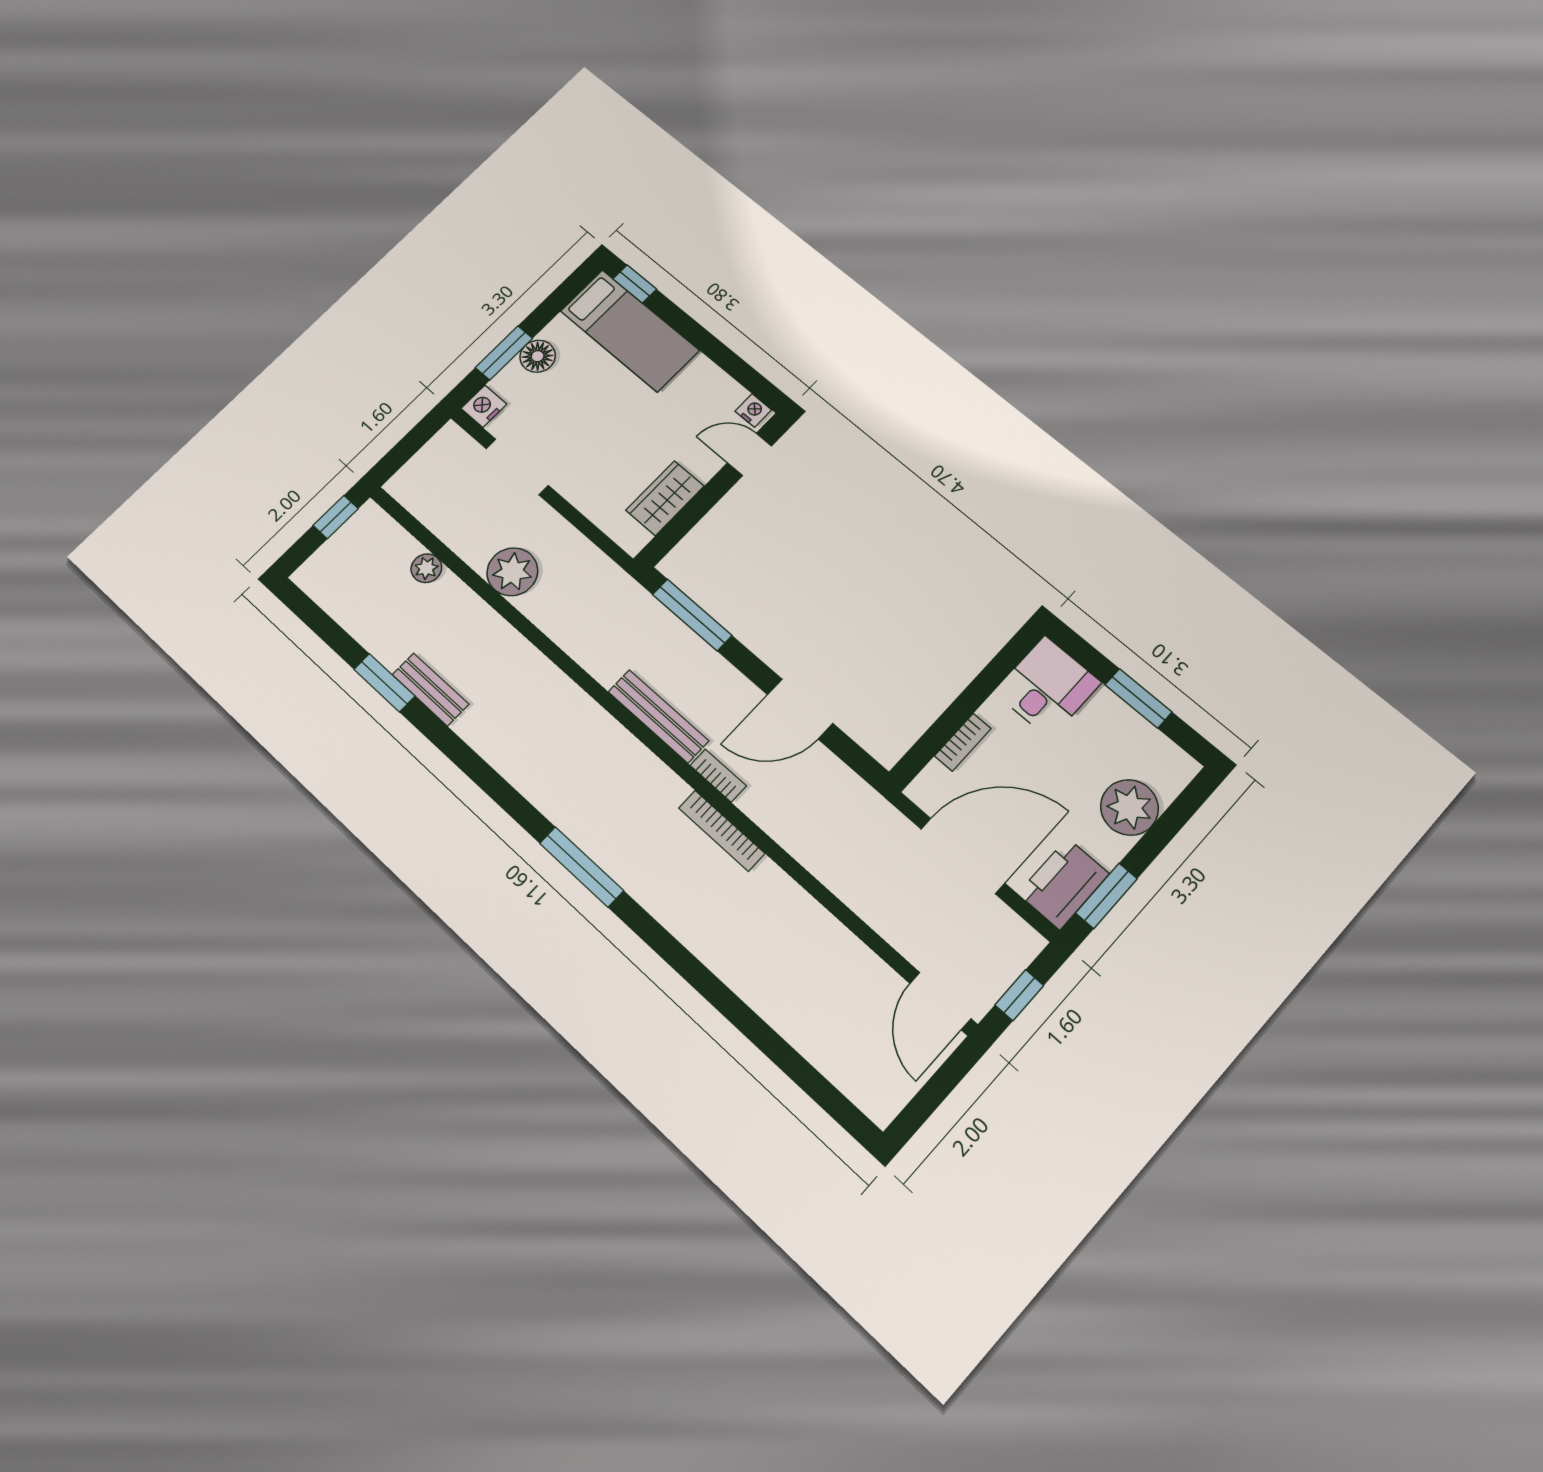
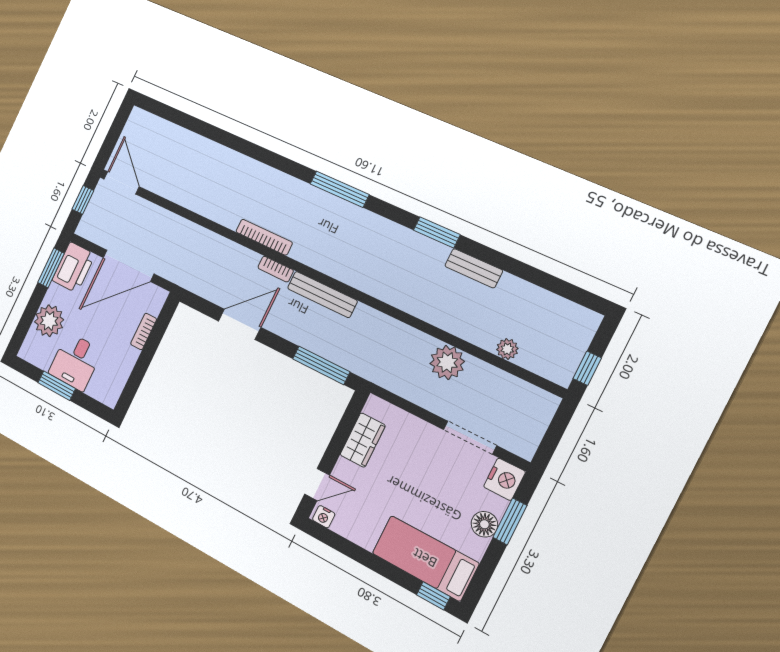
nightstand: (484, 406) -> (504, 479), width x1.36, depth x1.33
window: (384, 683) -> (437, 232), moved
desk: (1047, 687) -> (75, 362), moved

